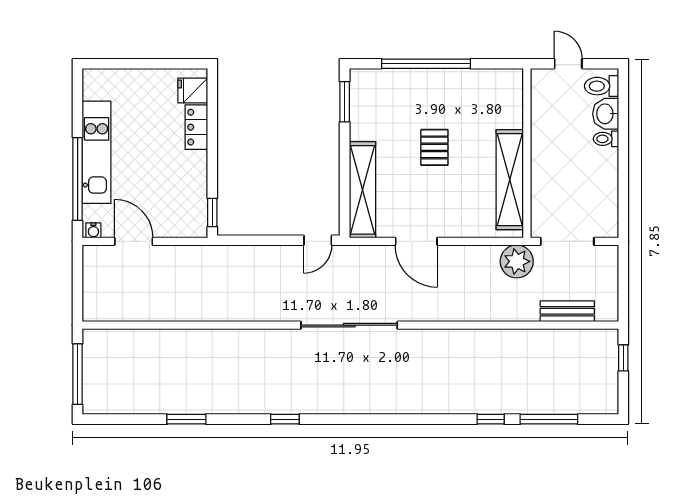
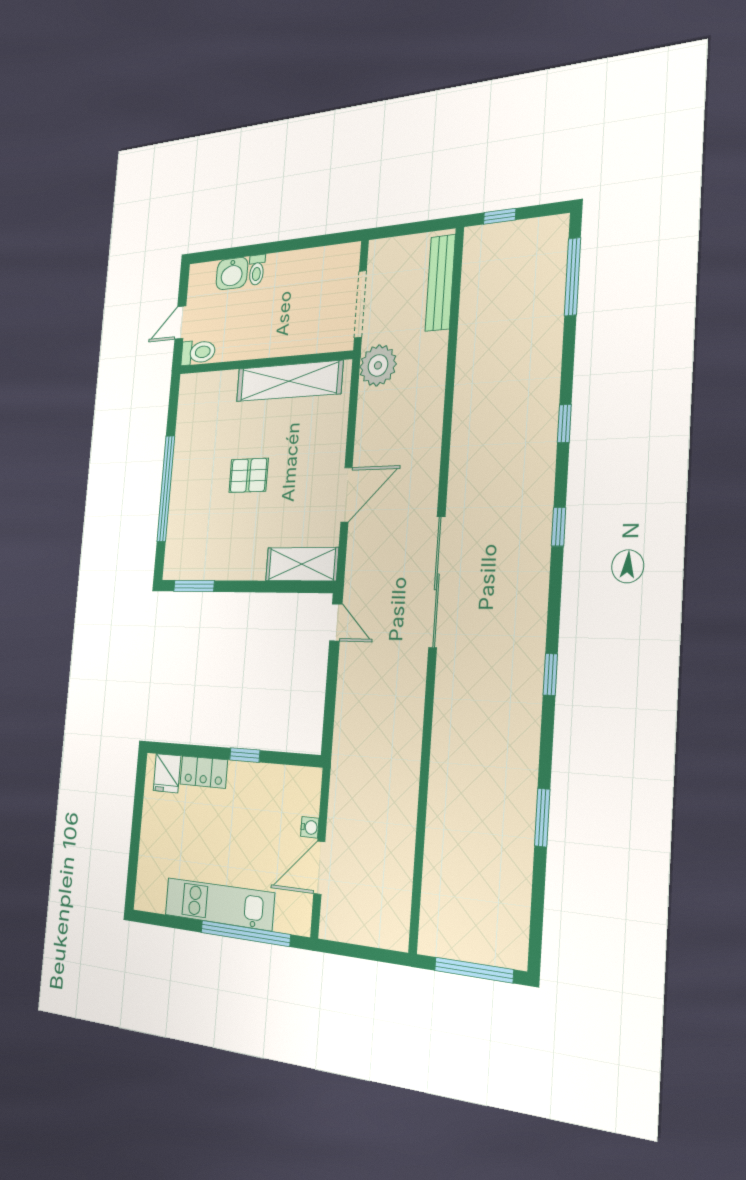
toilet: (602, 86) -> (198, 352), moved, turned -90
shelving: (362, 190) -> (302, 564), width x0.68
window: (212, 212) -> (245, 755), moved
water cooler: (93, 230) -> (310, 827), moved
bench: (567, 311) -> (440, 283), width x1.36
window: (389, 419) -> (559, 527), added
window: (491, 419) -> (564, 424), moved
window: (549, 419) -> (573, 277), moved

